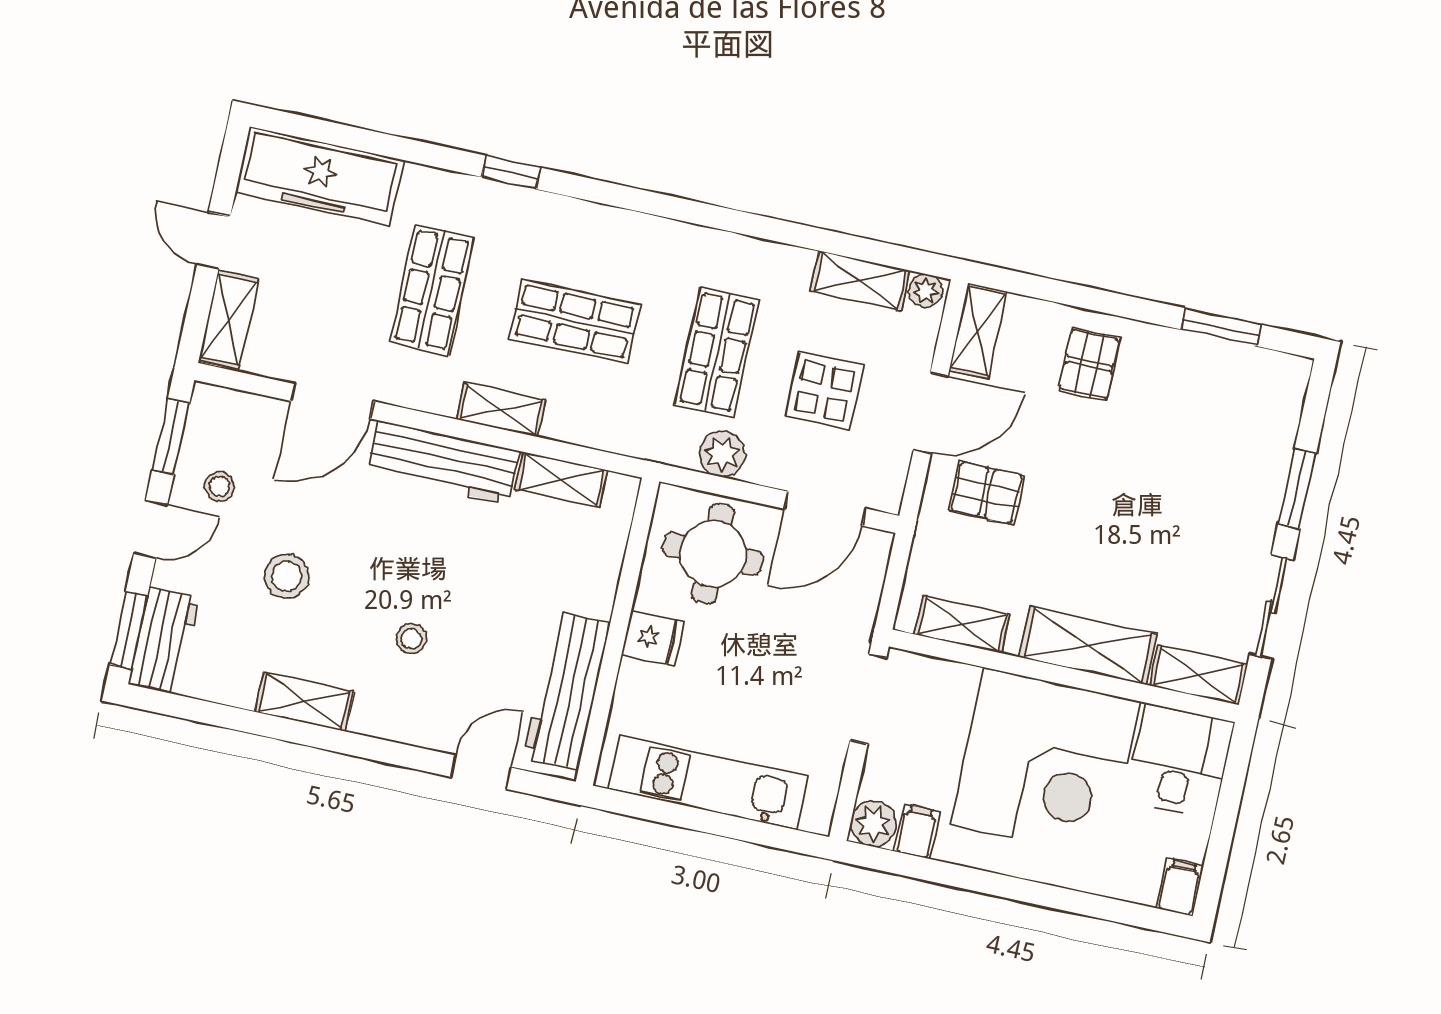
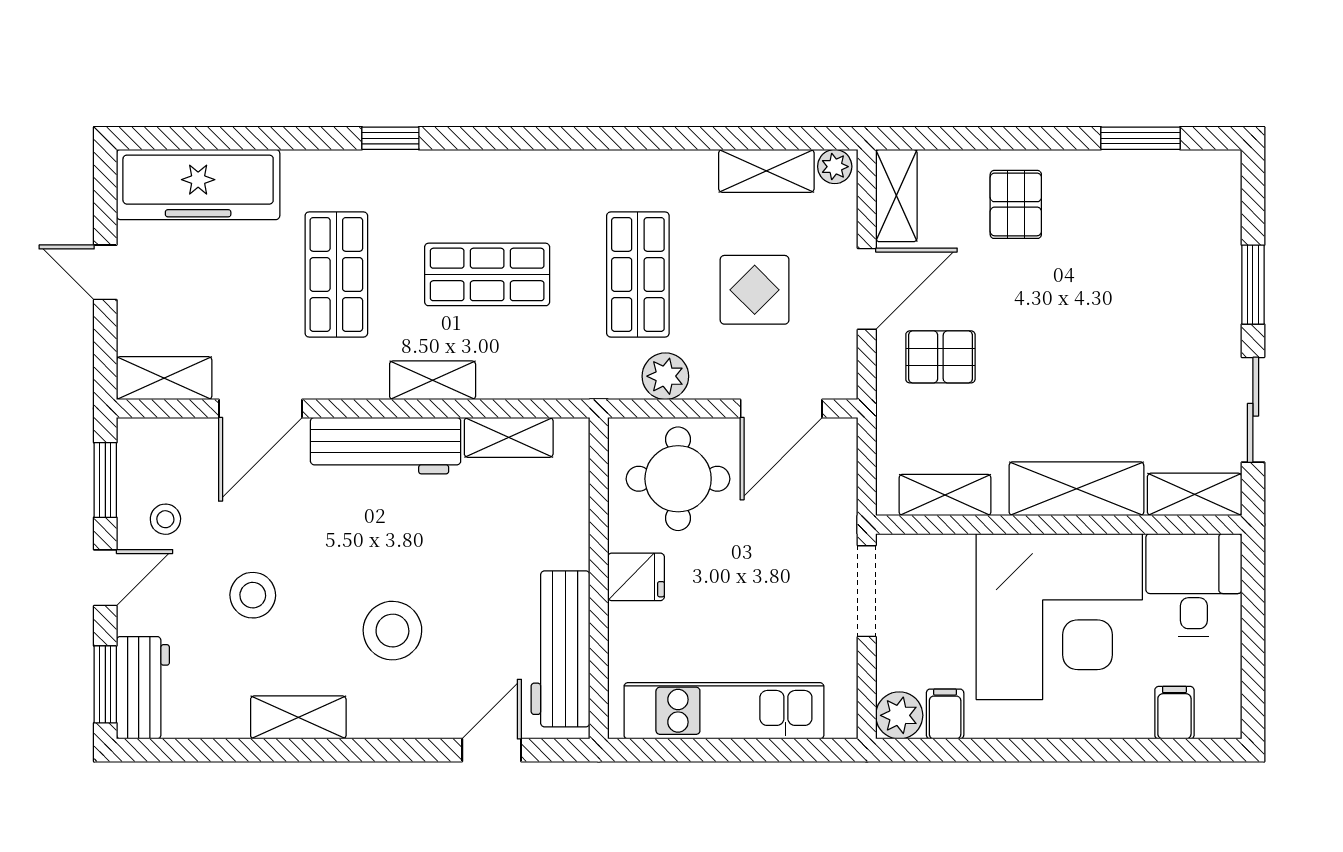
shelving: (229, 320) -> (164, 378), moved, turned 90
stool: (411, 639) -> (392, 631), width x1.89, depth x1.89
filing cabinet: (1180, 887) -> (1174, 713), moved

